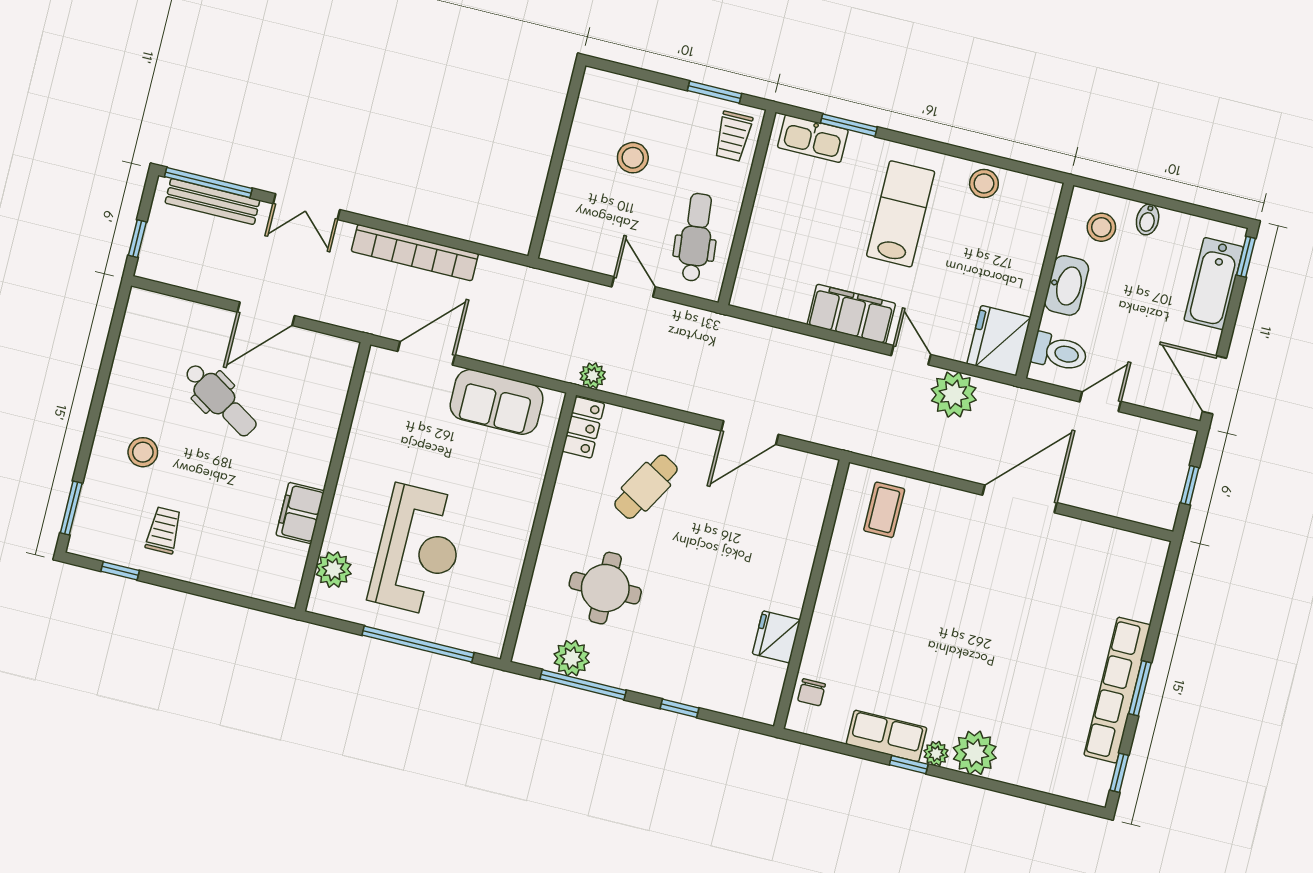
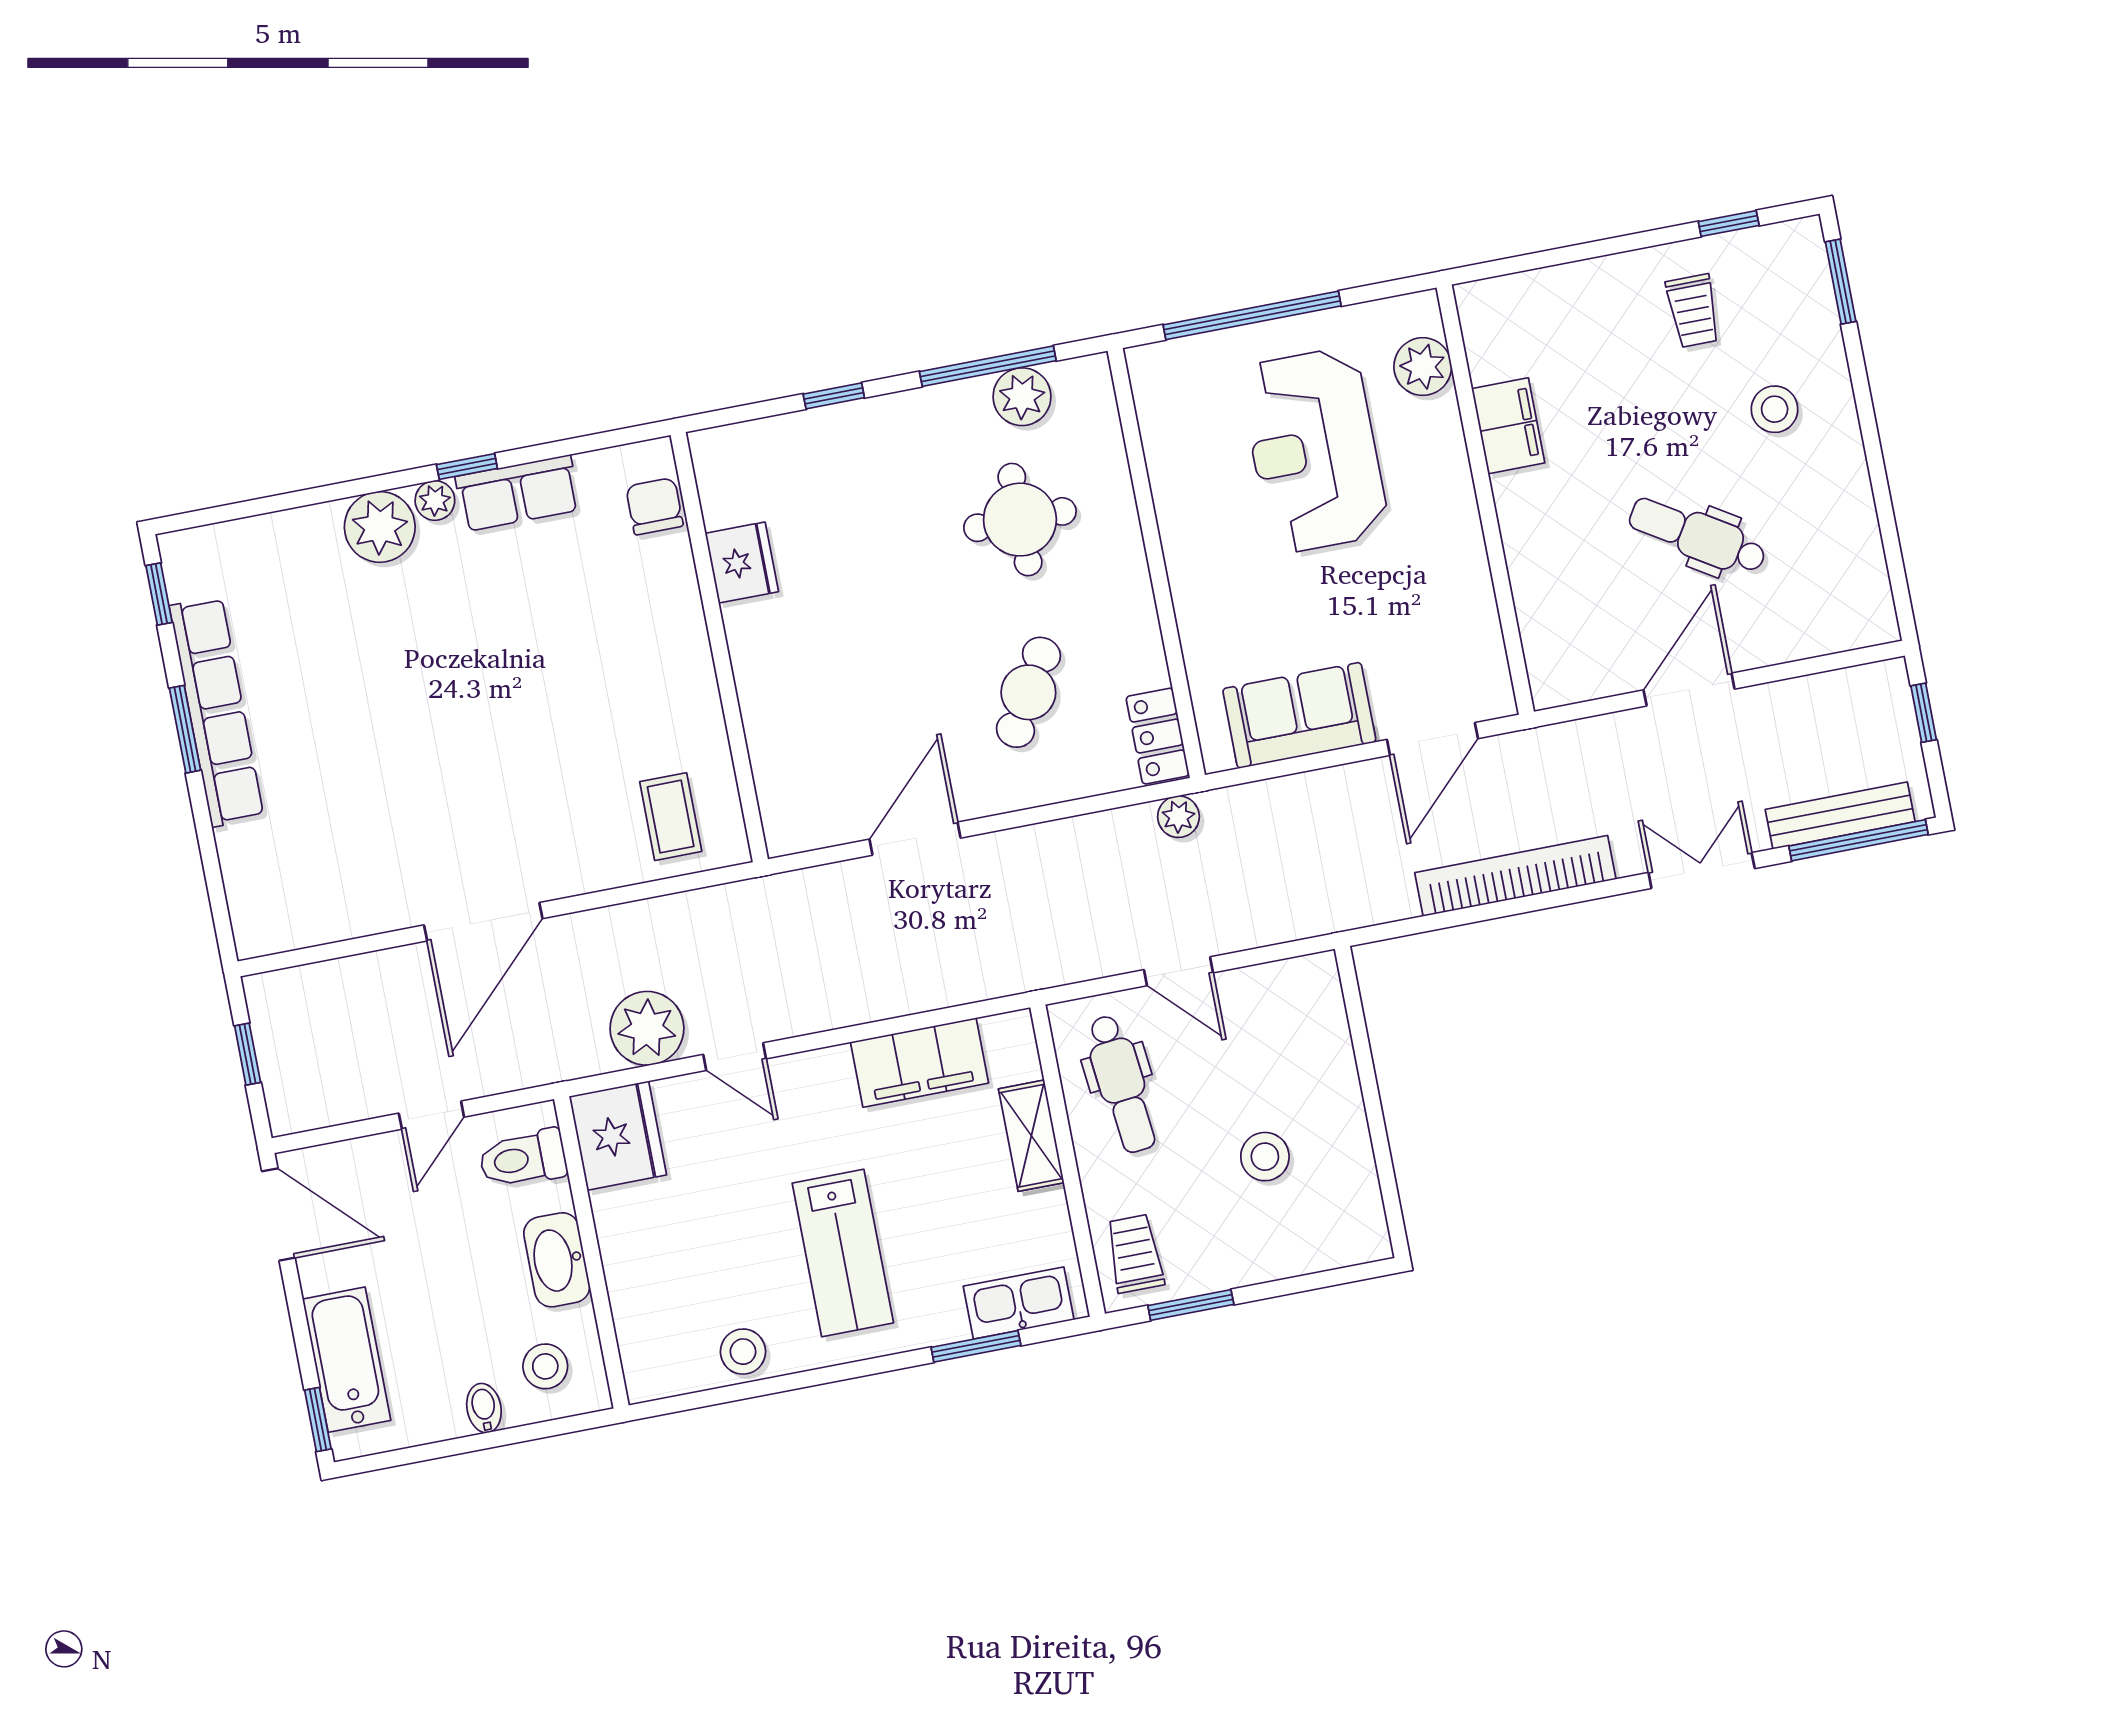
shelving: (761, 231) -> (1031, 1136), added
filing cabinet: (851, 314) -> (919, 1063), moved
chair: (812, 692) -> (654, 506), width x1.37, depth x1.37

